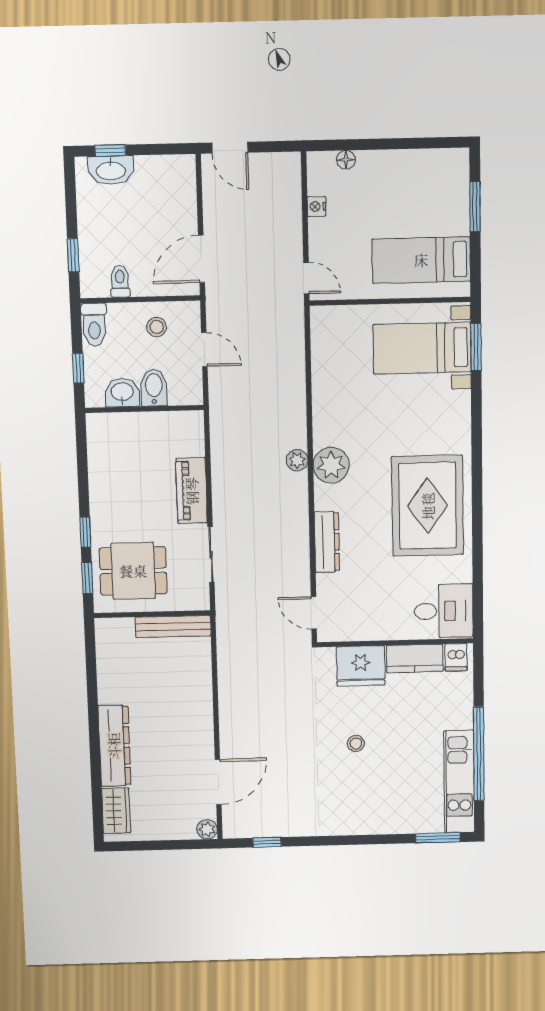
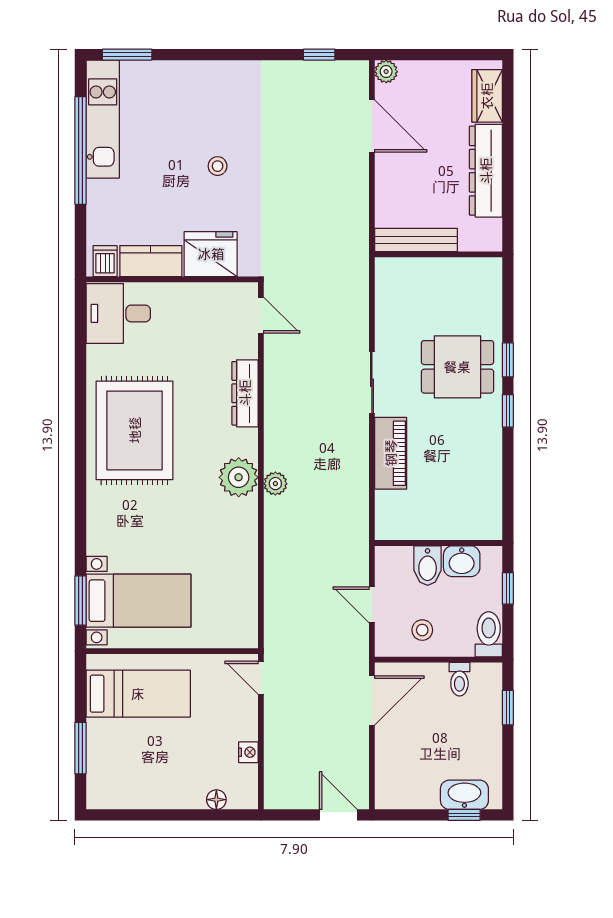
wall: (152, 614) -> (439, 254), moved
bench: (173, 626) -> (416, 240), moved
door: (218, 782) -> (372, 126), swing flipped

